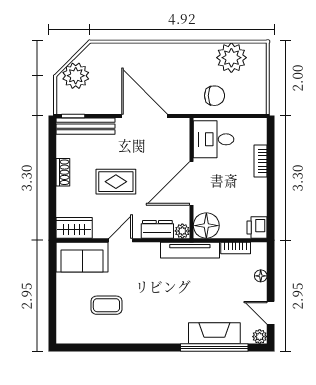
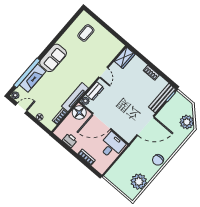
plant: (76, 76) -> (187, 122), moved
chair: (215, 96) -> (158, 160), moved
rug: (116, 182) -> (129, 91), removed
door: (192, 183) -> (102, 121), swing flipped
printer: (257, 228) -> (70, 140), moved
sofa: (82, 257) -> (53, 58), moved, turned 180
coffee table: (106, 305) -> (86, 33), moved

